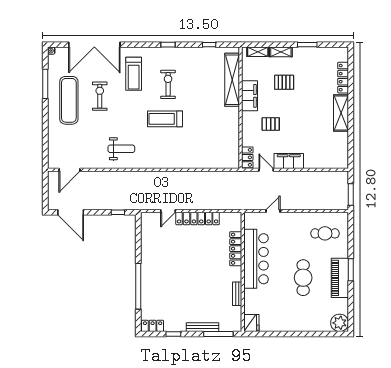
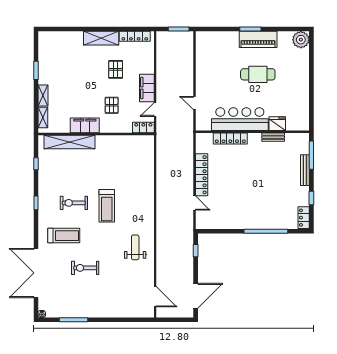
double door: (94, 45) -> (36, 273), swing flipped
locker: (343, 78) -> (135, 36), moved
pallet: (284, 82) -> (116, 69), moved
exercise mat: (69, 100) -> (89, 297), removed
cafe table: (325, 233) -> (216, 54), removed
fridge: (251, 323) -> (277, 124), moved

